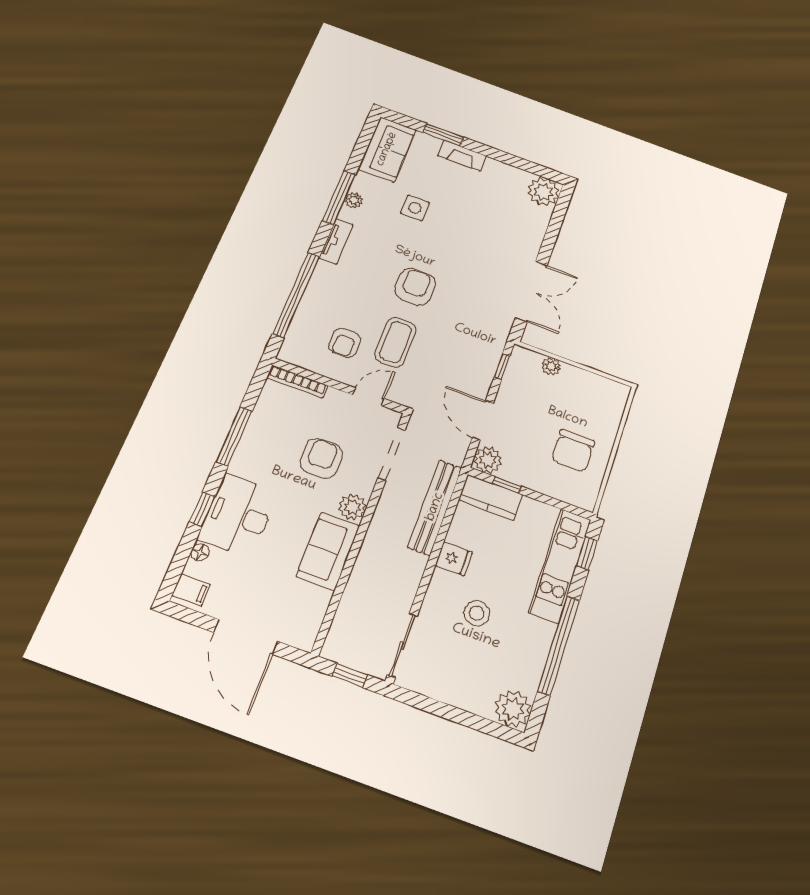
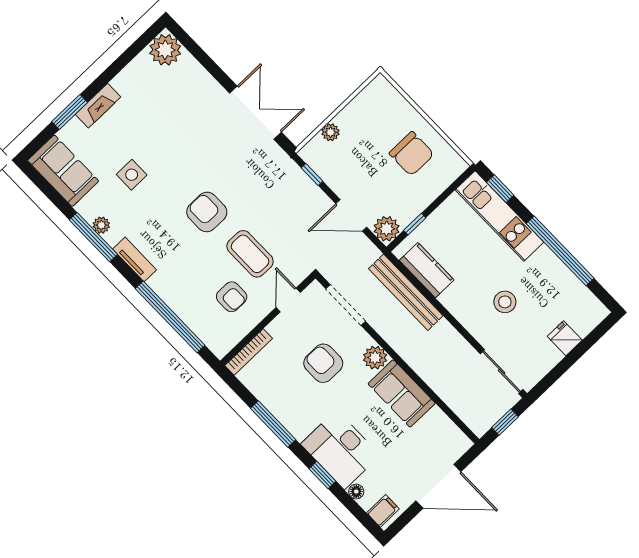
kitchen counter: (490, 497) -> (427, 270), moved, turned -90
fridge: (454, 559) -> (565, 338), moved, turned -90
plant: (513, 709) -> (589, 312), removed

